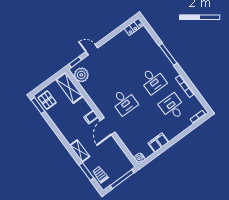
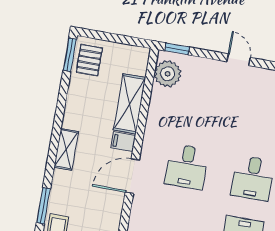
door: (92, 50) -> (239, 60), moved
shelving: (69, 88) -> (130, 104), moved
shelving: (80, 151) -> (66, 149), moved

